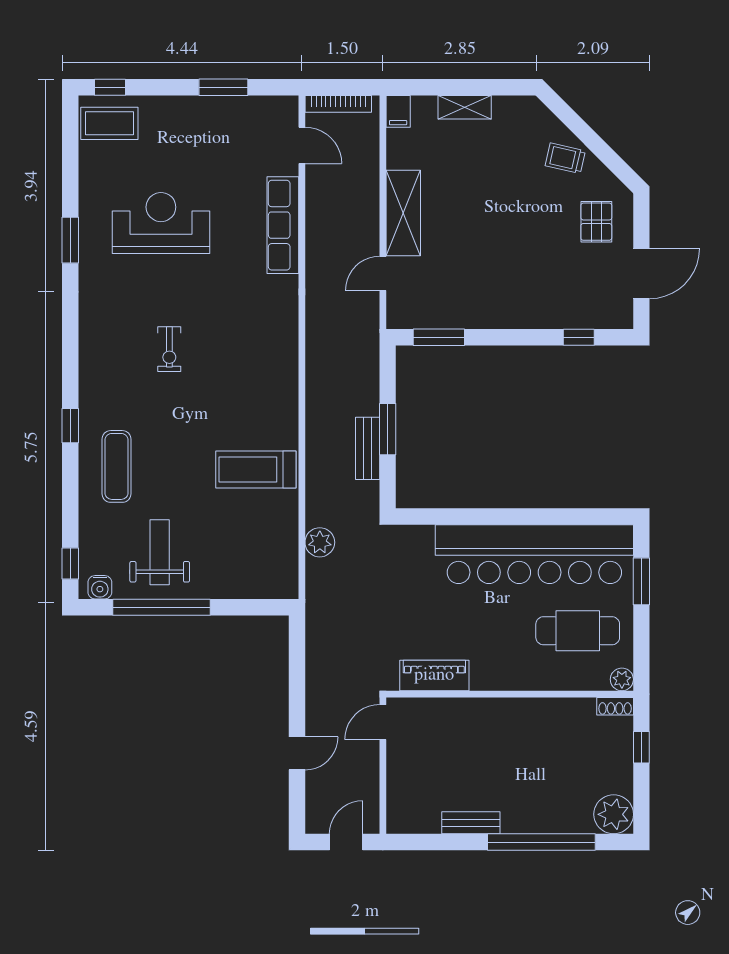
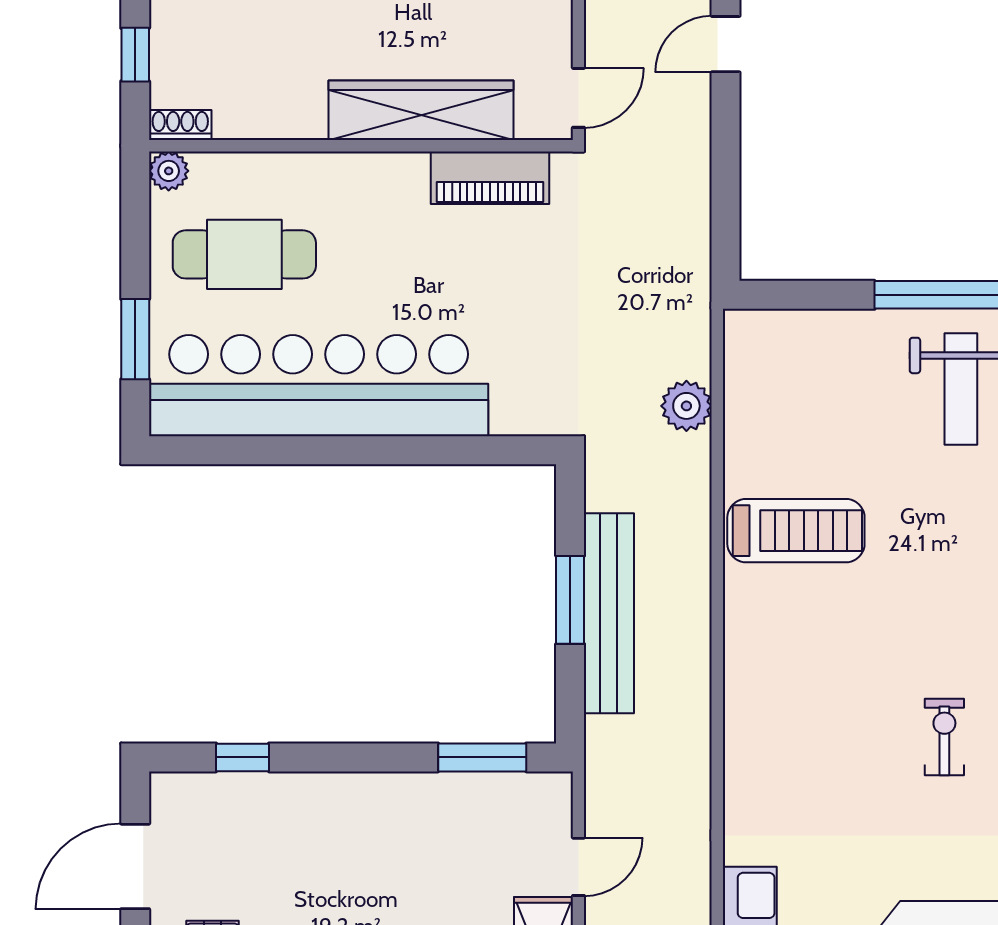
bench: (368, 448) -> (609, 613), width x1.86, depth x1.21
wardrobe: (475, 715) -> (421, 110), added

